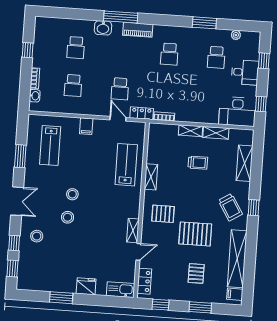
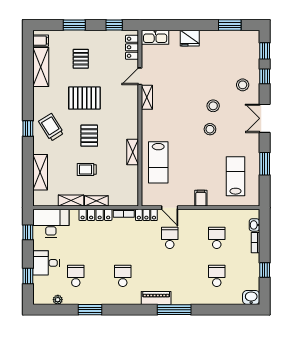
washbasin: (103, 28) -> (251, 297), moved
locker: (192, 117) -> (95, 215), added
pallet: (163, 214) -> (89, 136), moved, turned 90
shelving: (237, 259) -> (41, 67), width x0.68
window: (61, 298) -> (230, 25), moved

